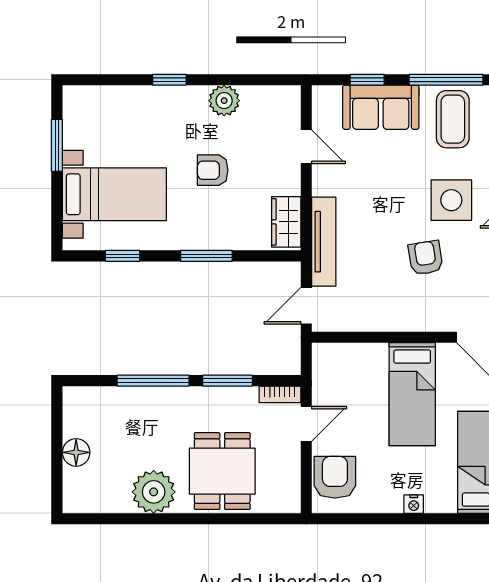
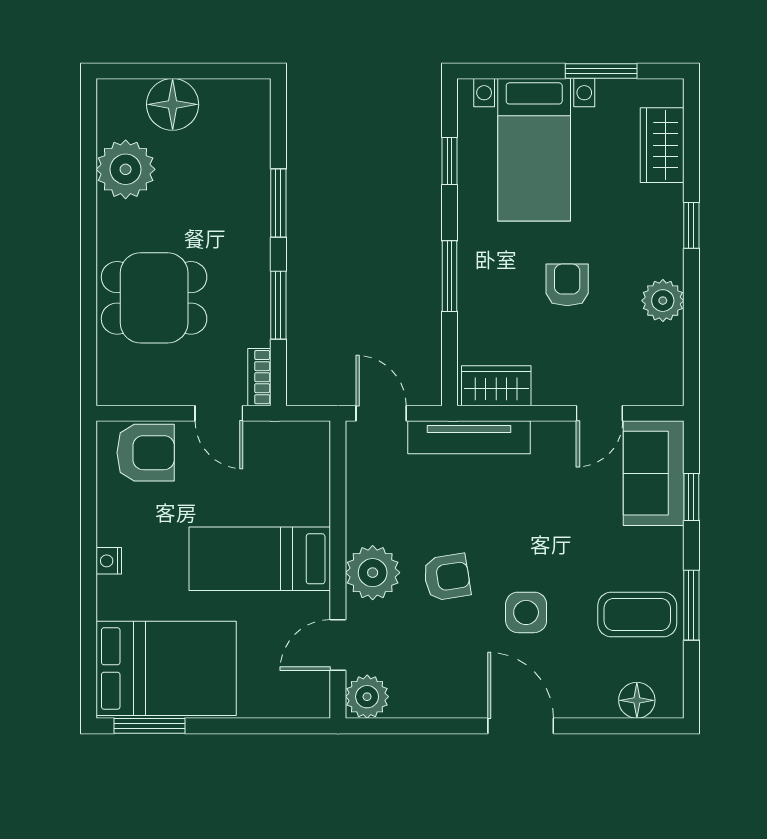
window: (446, 80) -> (691, 605), width x0.69
wardrobe: (111, 101) -> (662, 145), added
sofa: (381, 107) -> (654, 473), moved
side table: (451, 200) -> (526, 612), width x0.73, depth x0.73
plant: (422, 312) -> (373, 573), added
window: (153, 381) -> (278, 203), width x0.69
floor lamp: (76, 452) -> (173, 104), width x1.38, depth x1.38
plant: (154, 492) -> (126, 169), moved

